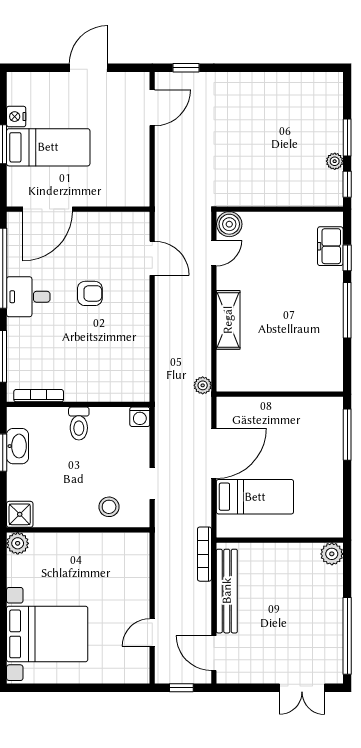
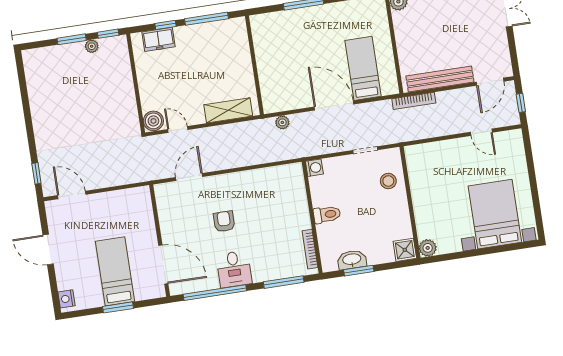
nightstand: (16, 117) -> (67, 299), moved, turned 90
wall: (280, 394) -> (254, 65), moved

